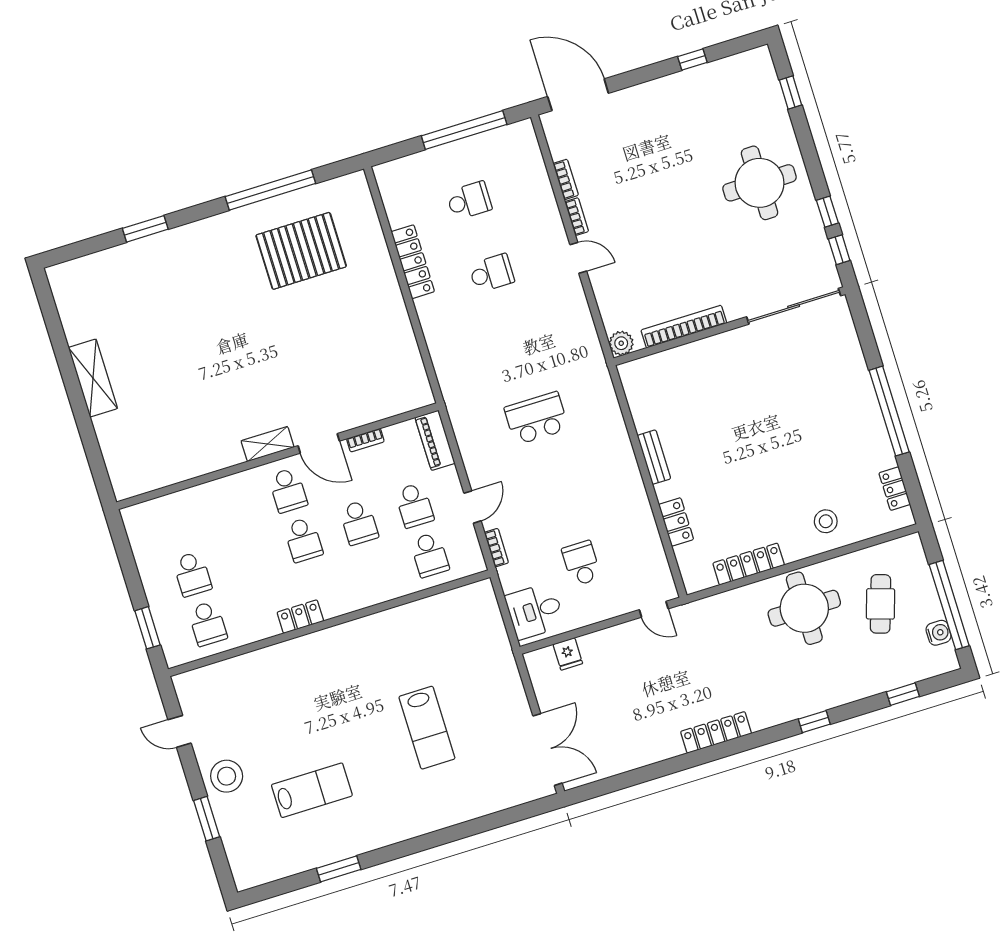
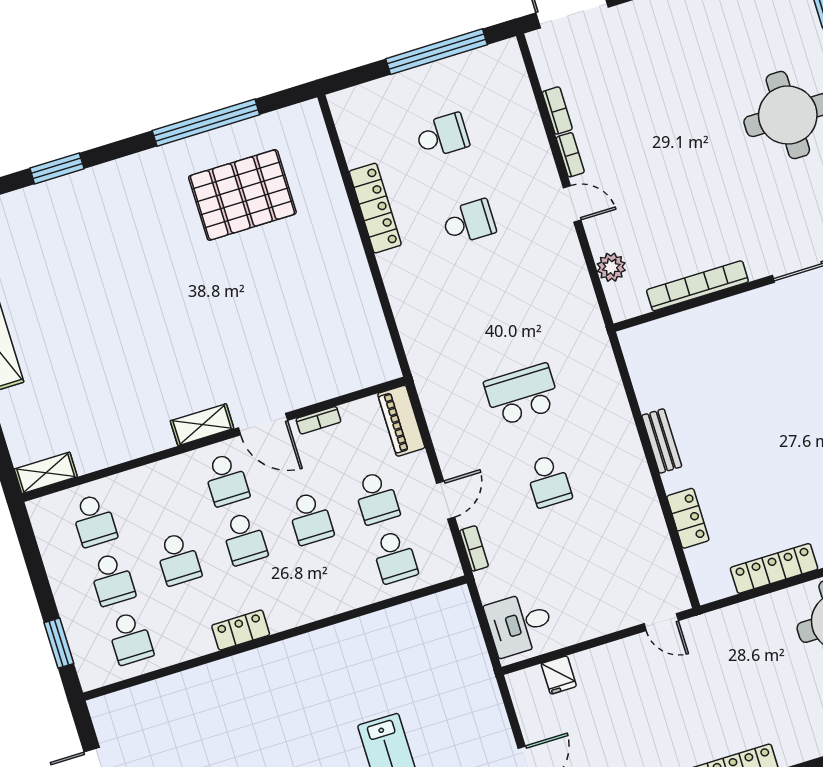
plant: (621, 343) -> (611, 267), moved
shelving: (136, 485) -> (46, 473), added
school desk: (177, 525) -> (94, 520), added
school desk: (248, 557) -> (178, 559), added
school desk: (581, 563) -> (549, 481), moved, turned 180

